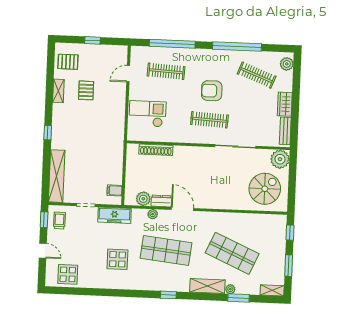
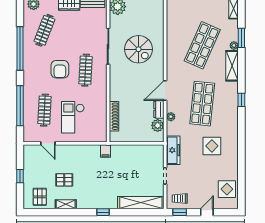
checkout: (147, 114) -> (73, 117), moved
spiral stairs: (265, 189) -> (138, 49), moved, turned 180
filing cabinet: (115, 190) -> (106, 151), moved

